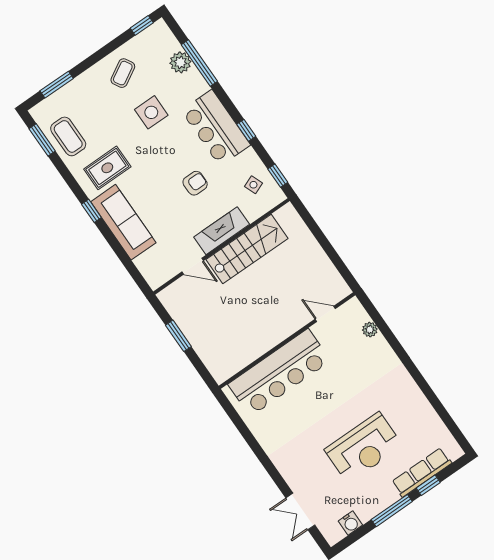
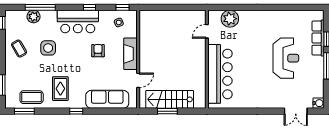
sofa: (123, 222) -> (107, 99), moved
stairs: (247, 249) -> (170, 99), moved, turned -90
plant: (370, 330) -> (230, 19), width x1.88, depth x1.88
water cooler: (350, 523) -> (318, 103), moved

